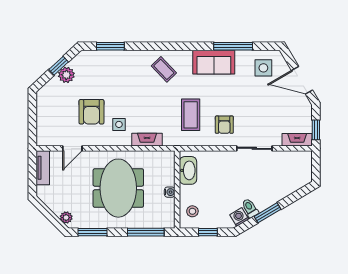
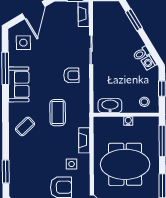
coffee table: (191, 115) -> (58, 113), moved, turned 90
window: (267, 213) -> (134, 20), moved

